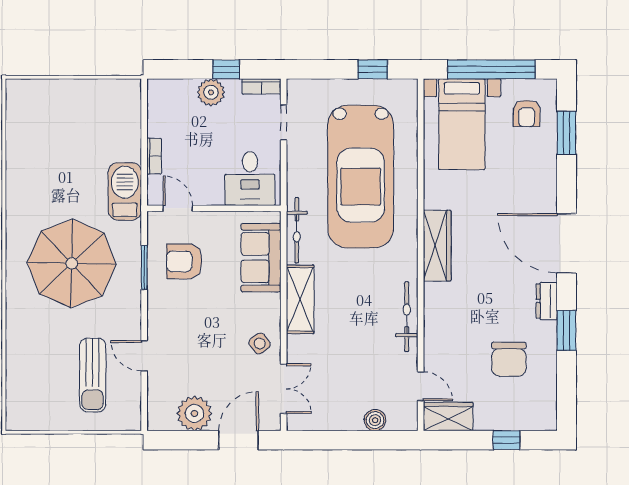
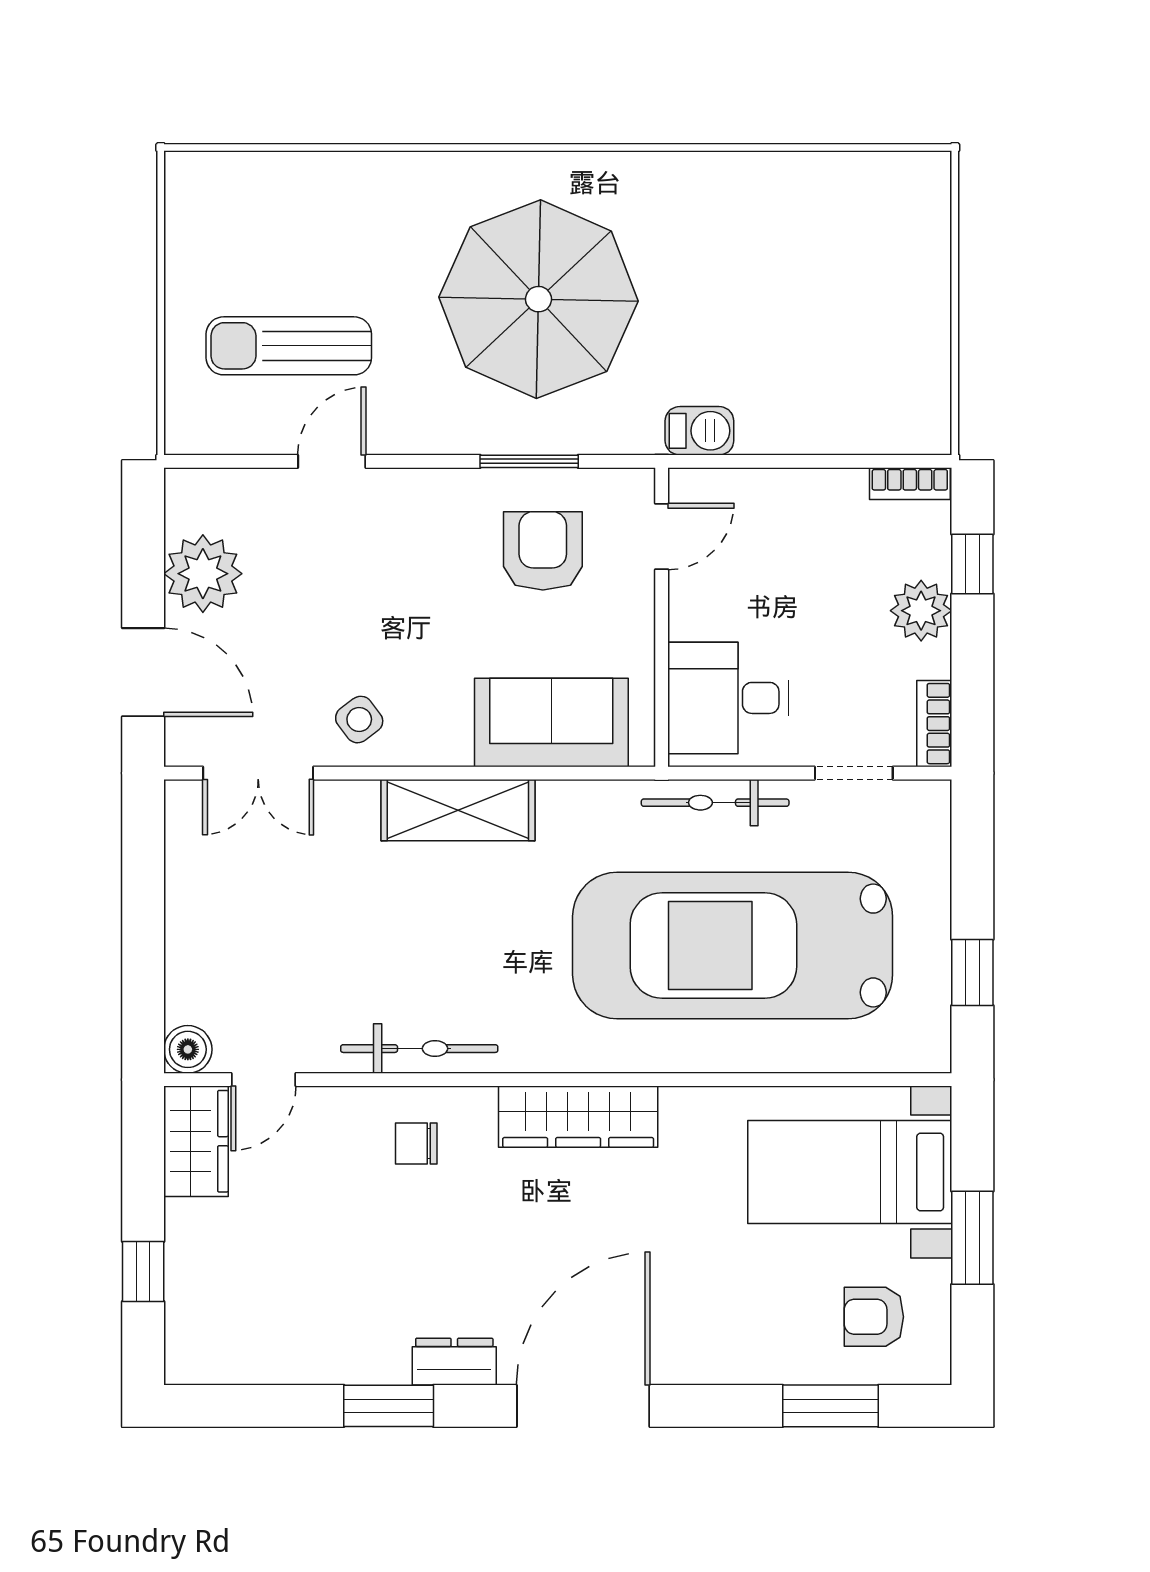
window: (226, 69) -> (972, 564), moved
window: (491, 69) -> (972, 1238), width x0.47
bookcase: (154, 156) -> (910, 484), moved
barbecue: (125, 191) -> (699, 431), width x0.53, depth x0.65
bicycle: (297, 230) -> (715, 803), moved
chair: (509, 359) -> (416, 1143), moved, width x0.54, depth x0.54
boiler: (375, 420) -> (188, 1049), moved

